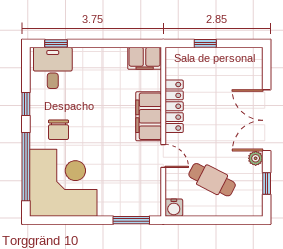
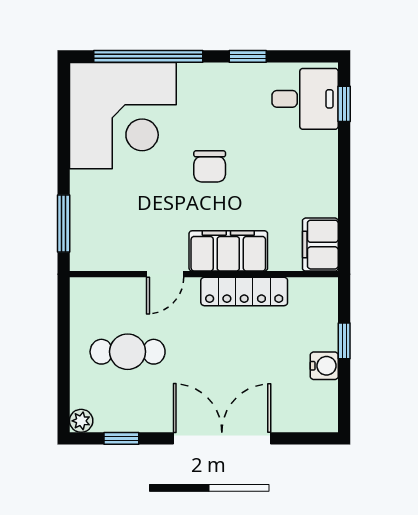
chair: (58, 130) -> (210, 166), moved, turned -90
plant: (256, 158) -> (81, 421), moved
cafe table: (212, 180) -> (128, 352), turned 63
water cooler: (174, 208) -> (324, 366), moved, turned 180

